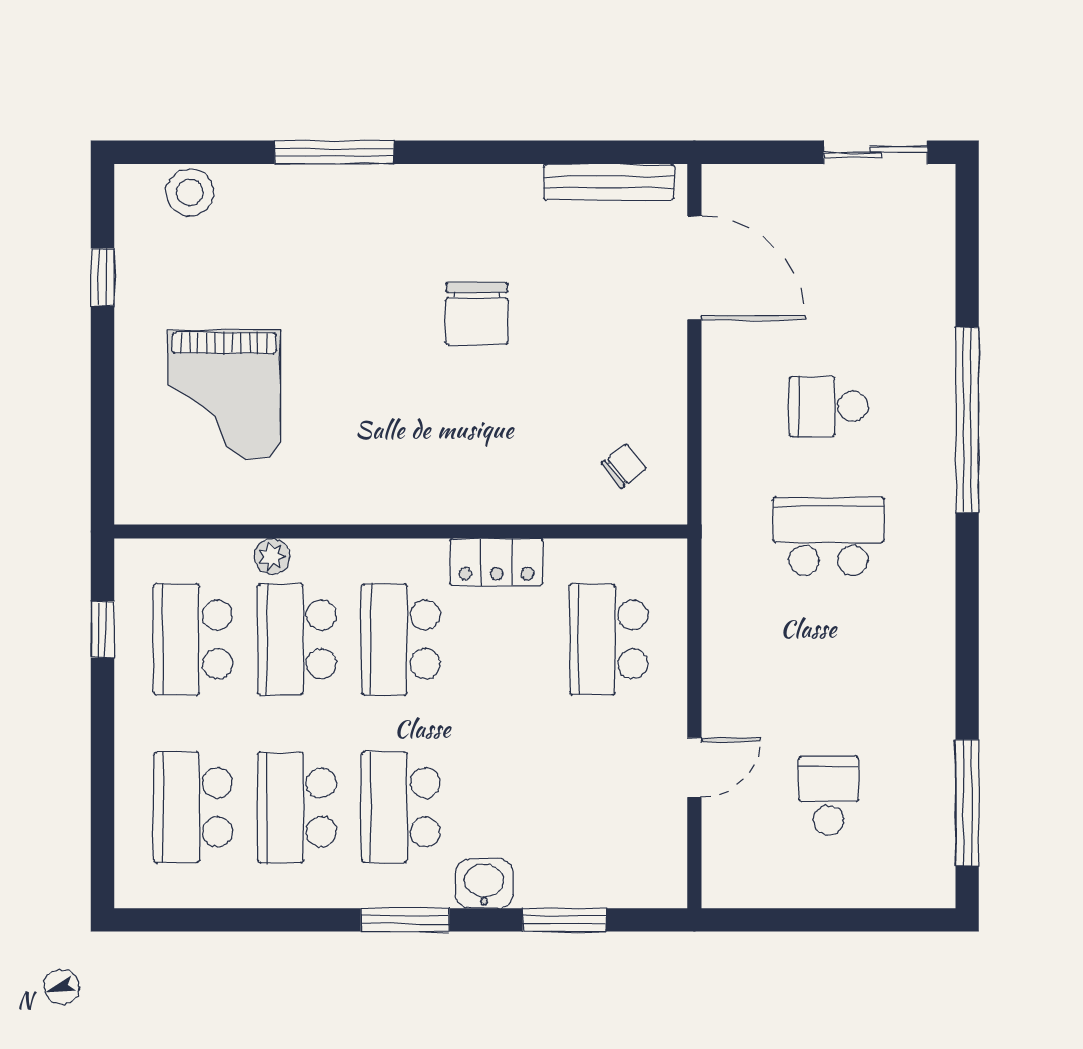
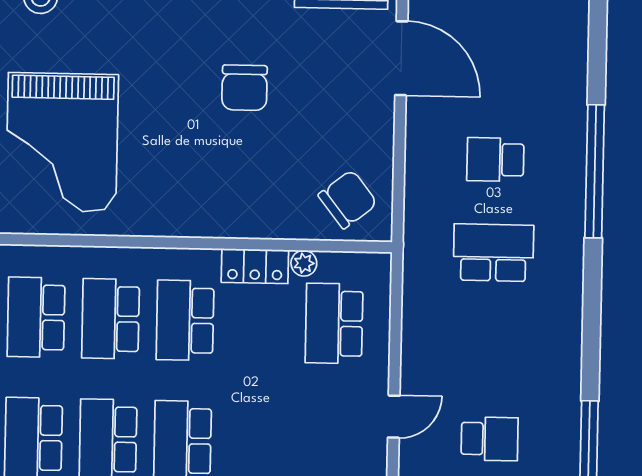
grand piano: (224, 395) -> (62, 142), width x1.37, depth x1.48
chair: (624, 466) -> (348, 199), width x1.87, depth x1.87
plant: (272, 556) -> (304, 263), moved
school desk: (828, 796) -> (490, 439), turned 90

